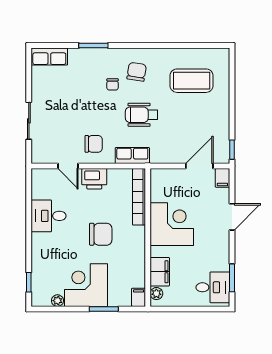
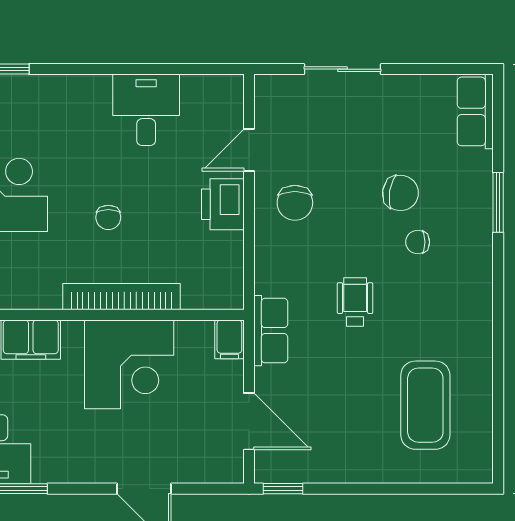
chair: (137, 72) -> (400, 193), moved
wheelchair: (142, 115) -> (355, 302), width x0.73, depth x0.73
row of seats: (132, 156) -> (271, 331), moved
filing cabinet: (222, 178) -> (229, 339), moved, turned -90
bookcase: (139, 197) -> (121, 297), moved
chair: (101, 234) -> (108, 217), width x0.54, depth x0.54

